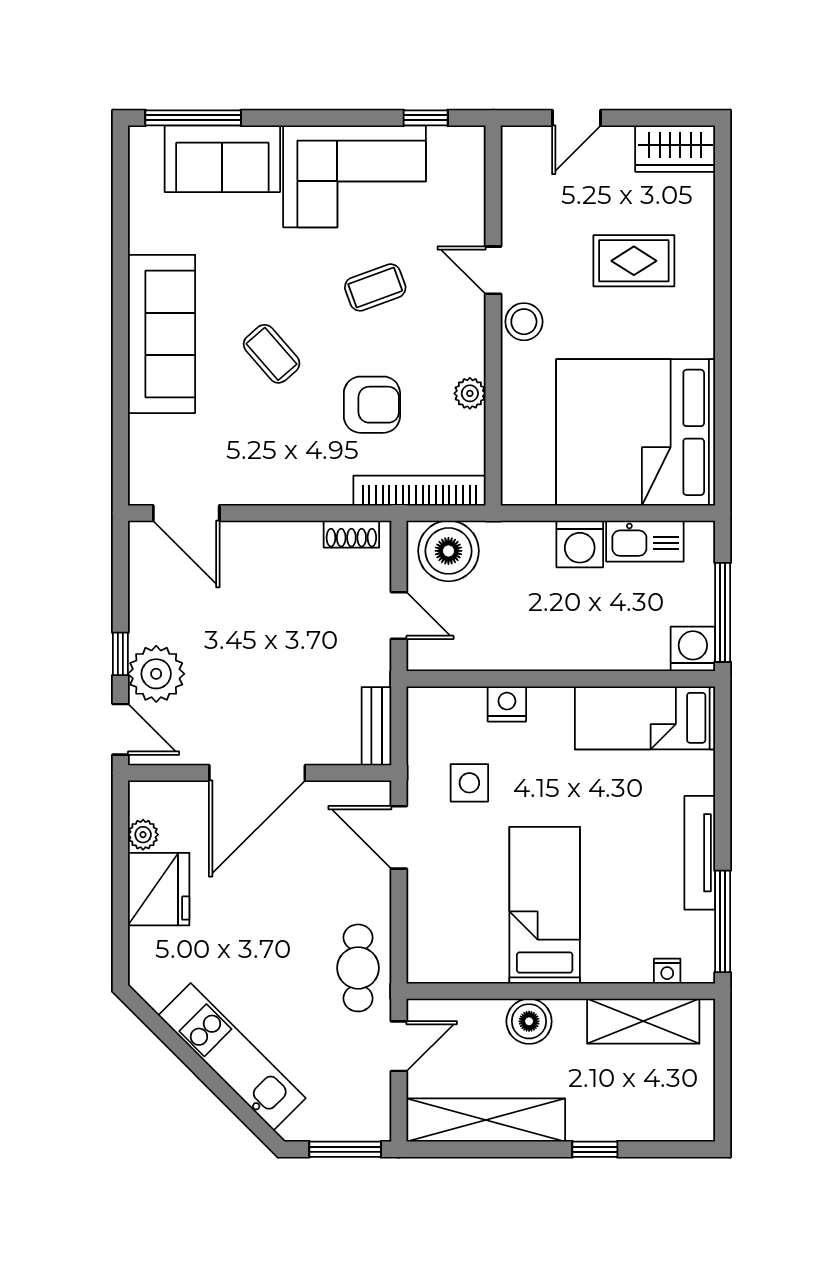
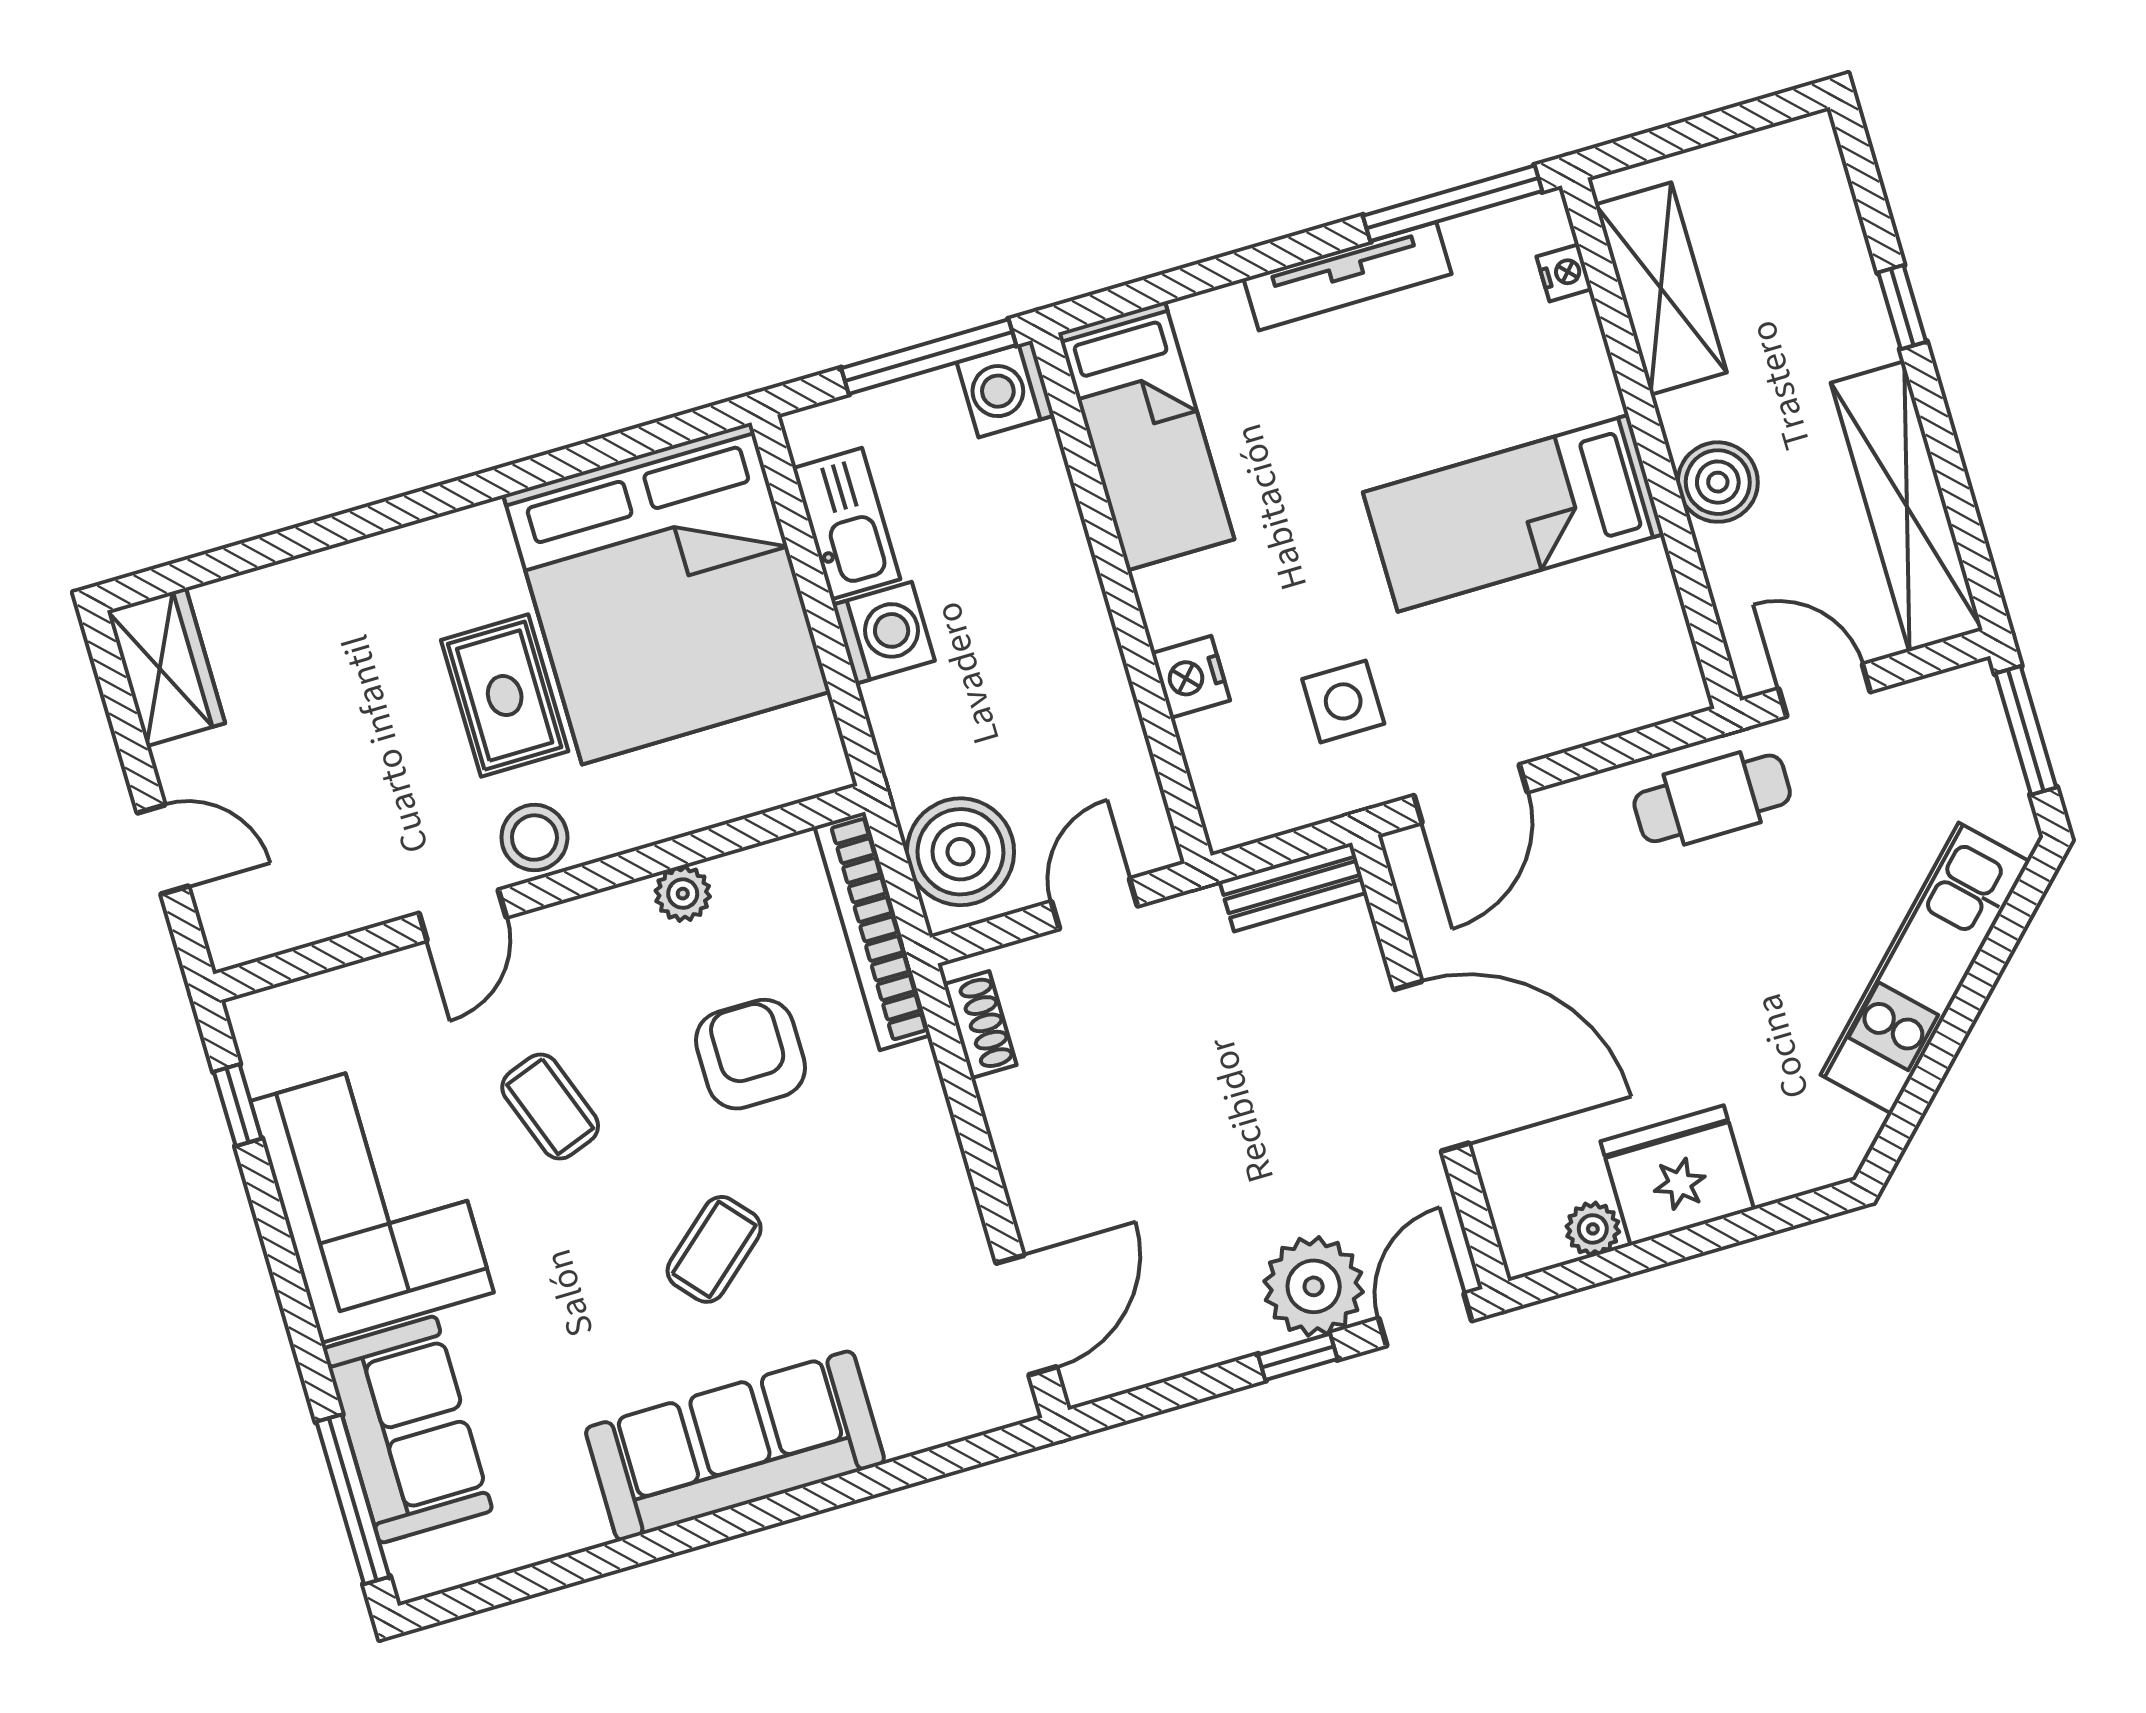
rug: (634, 261) -> (505, 696), moved

